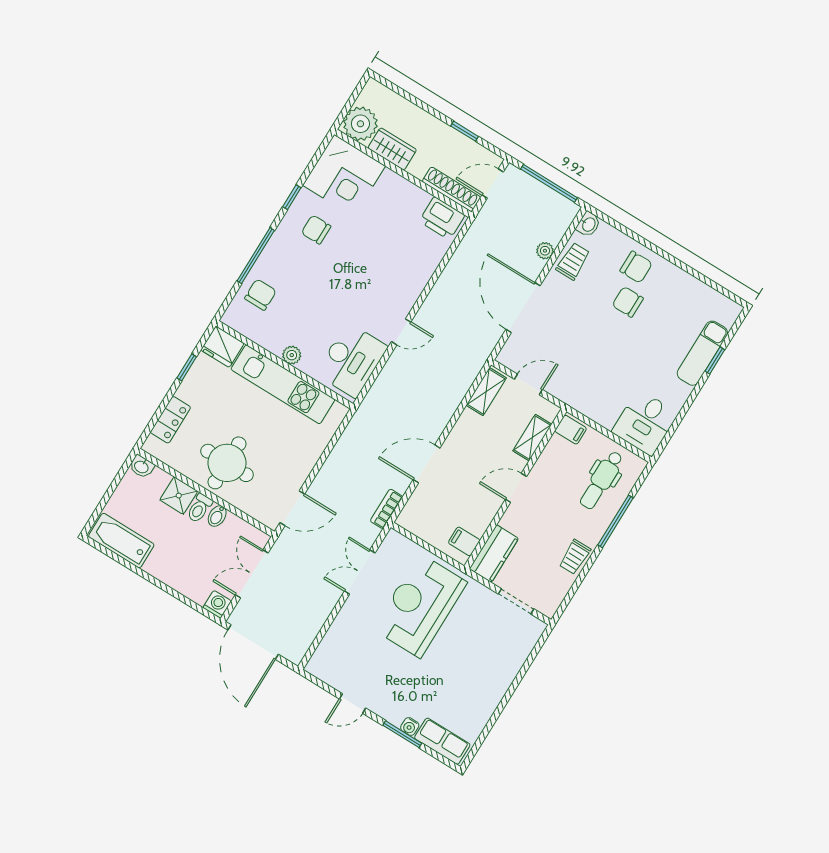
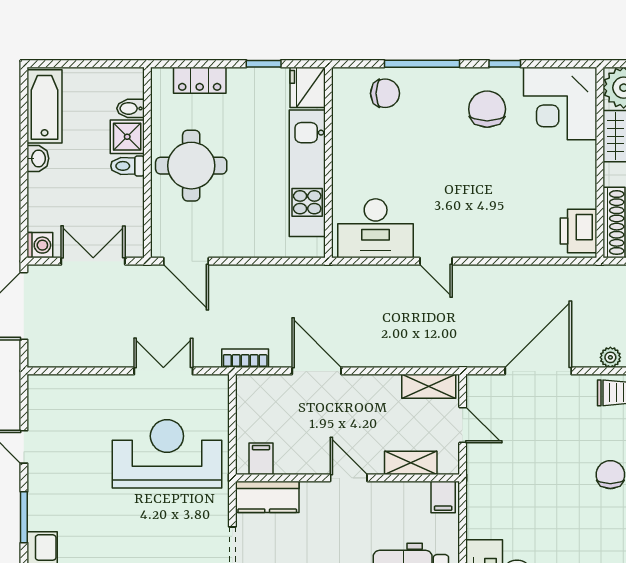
chair: (316, 230) -> (487, 109), width x1.37, depth x1.37
plant: (292, 355) -> (343, 164), removed
washbasin: (142, 467) -> (38, 158), moved, turned 180
bidet: (217, 516) -> (131, 108), moved
water cooler: (410, 726) -> (37, 520), removed

